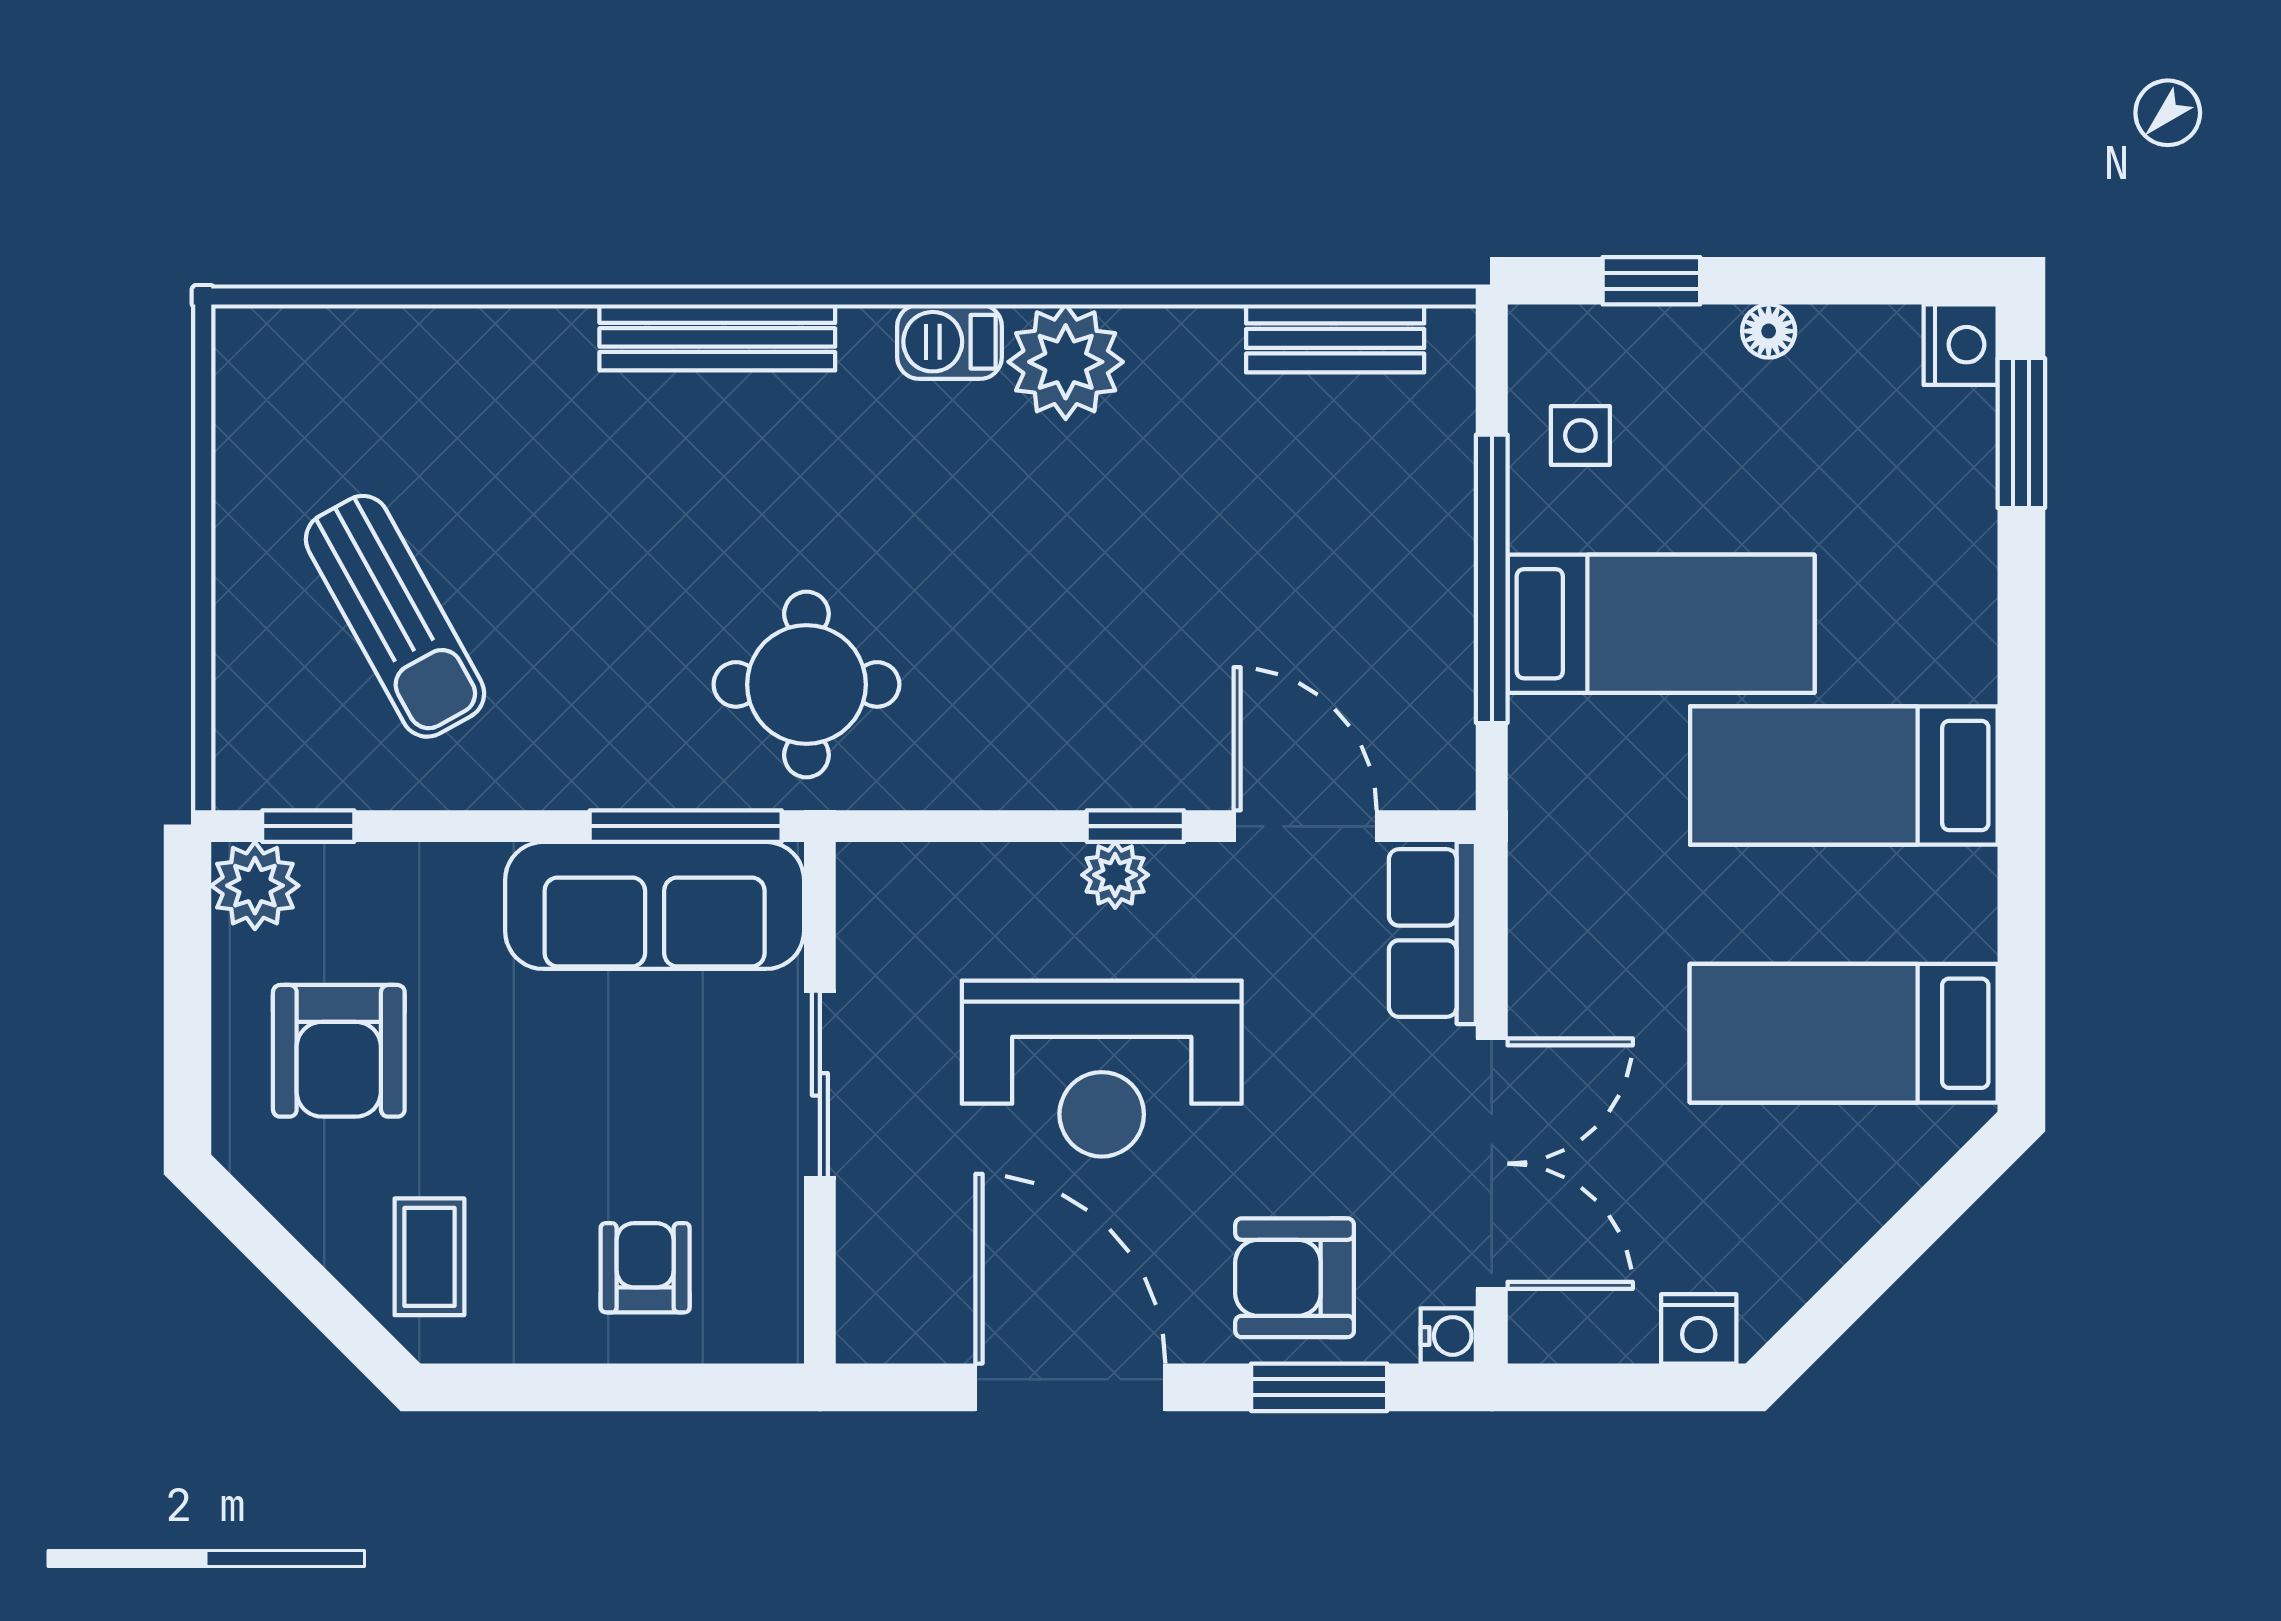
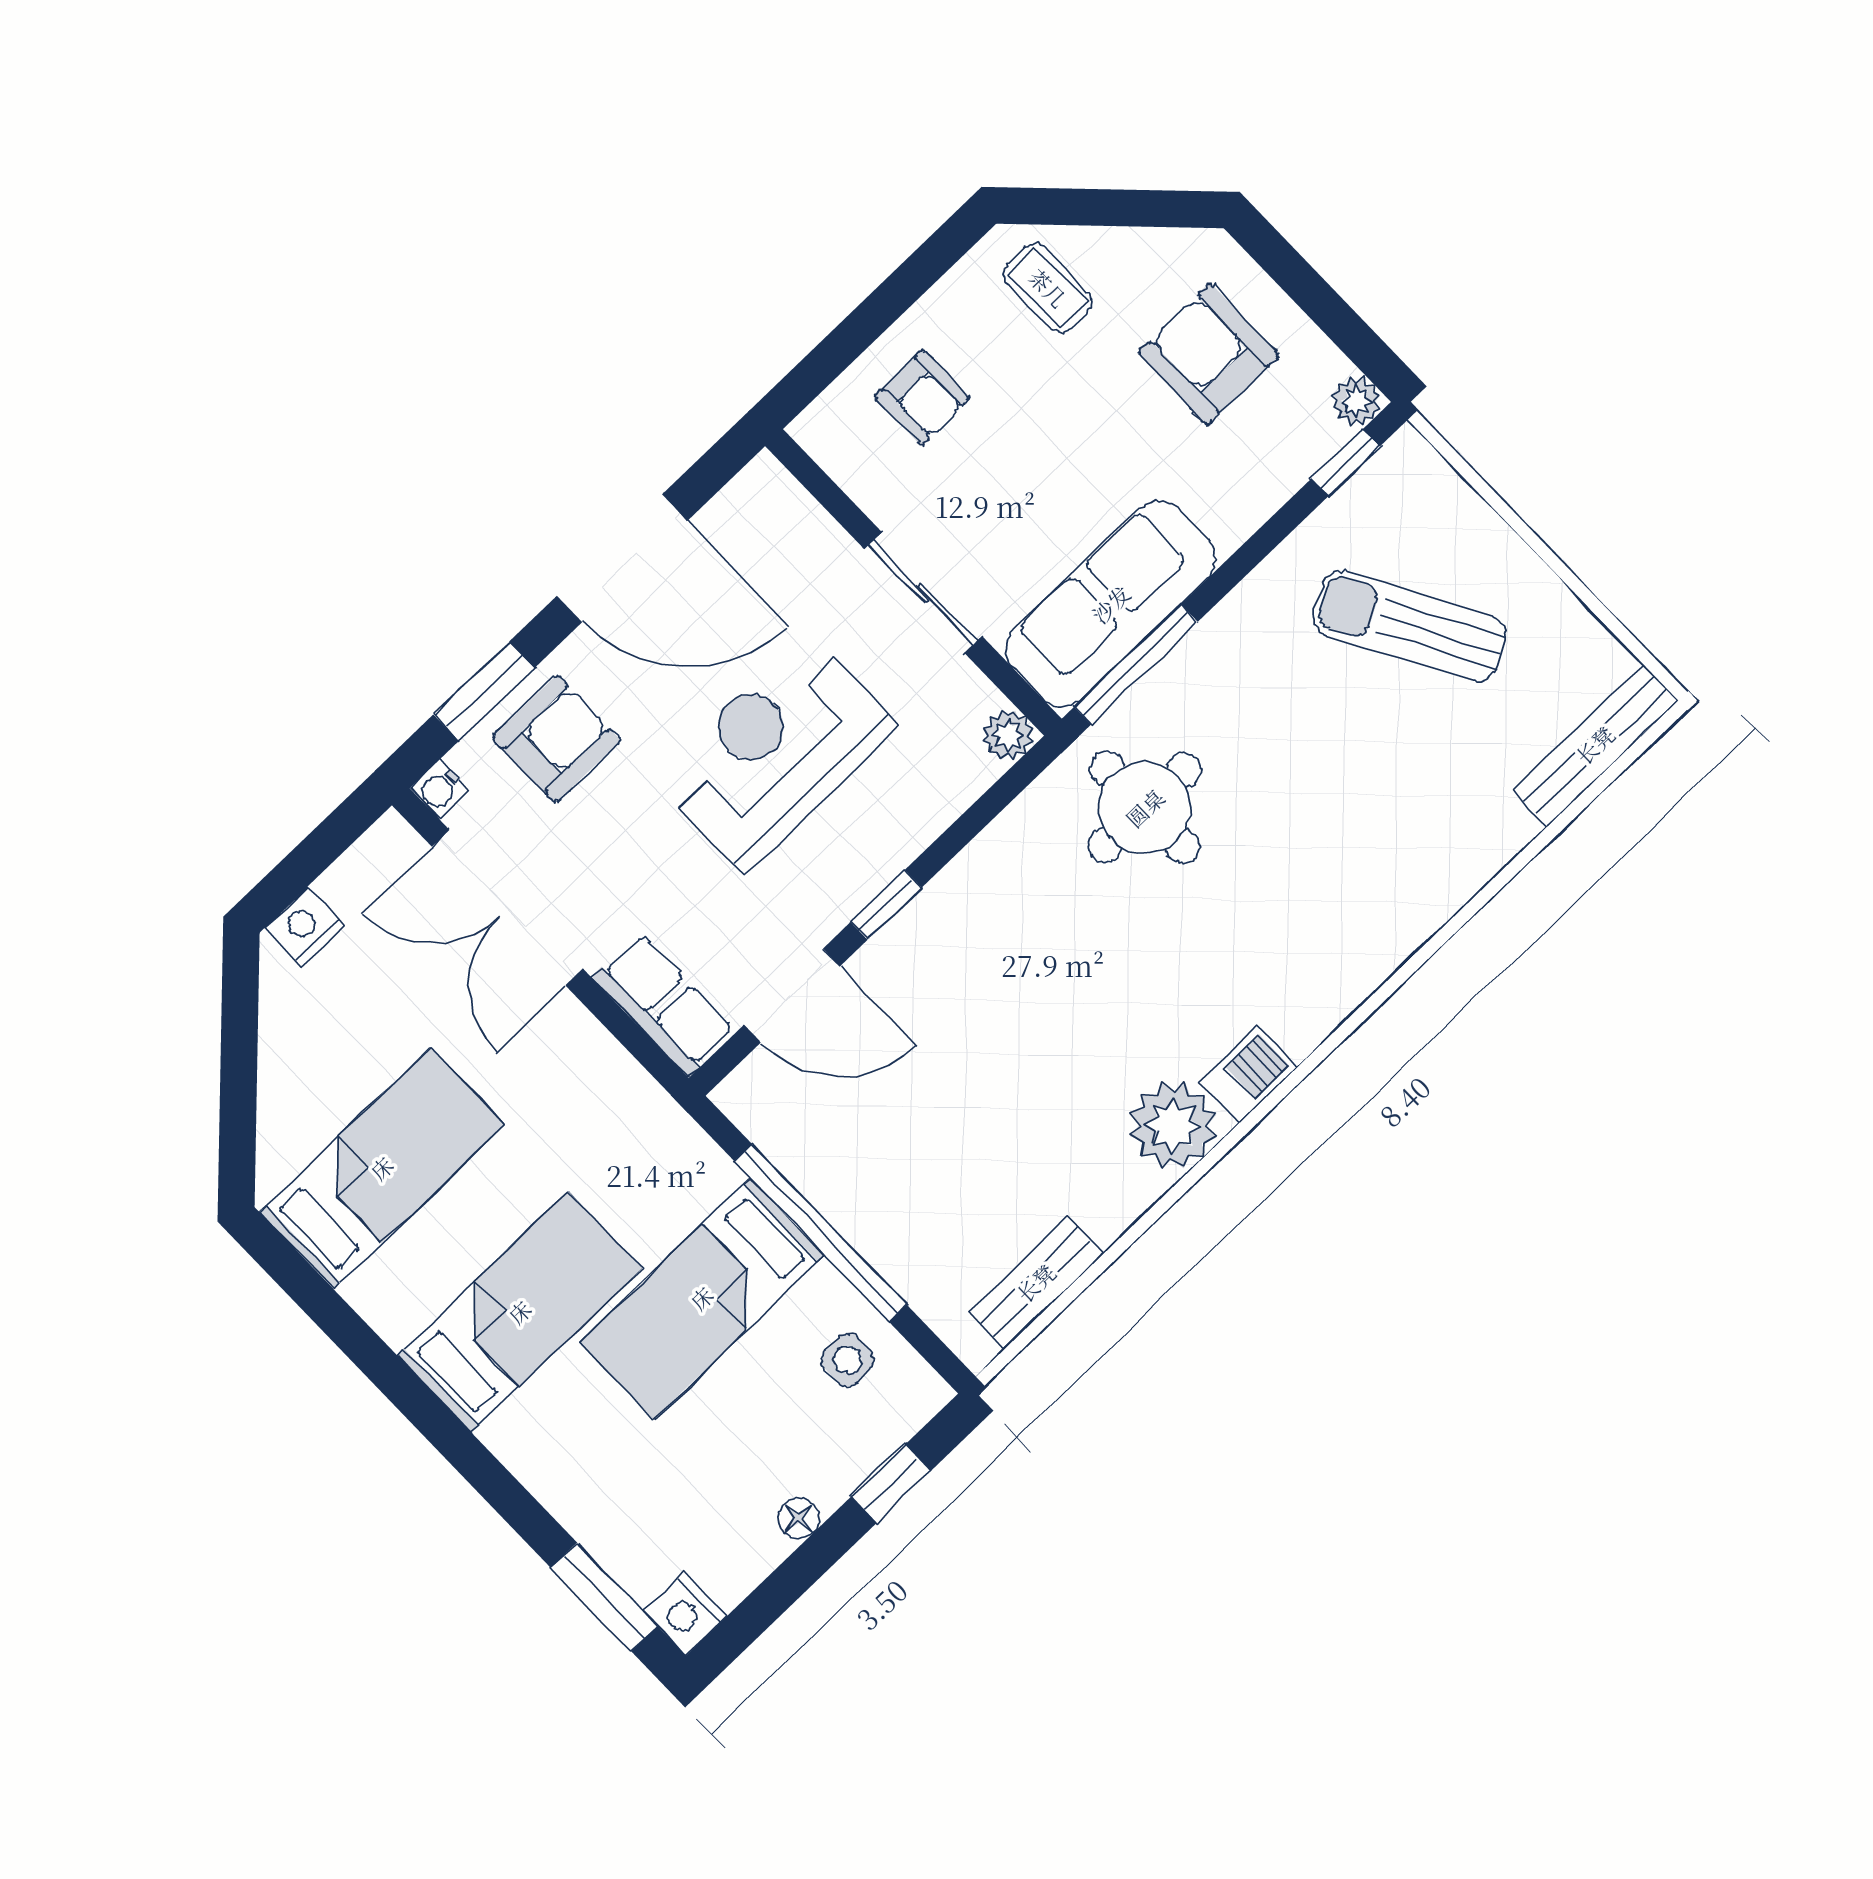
bench: (717, 337) -> (1595, 745), moved
plant: (1115, 875) -> (1008, 735), moved
plant: (255, 886) -> (1356, 401), width x0.73, depth x0.73

